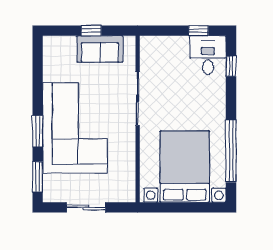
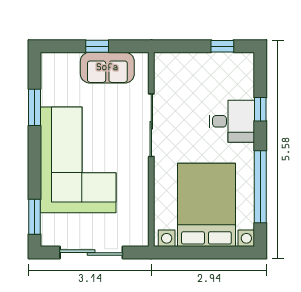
desk: (208, 55) -> (232, 121), moved, turned 90
window: (231, 66) -> (260, 109), moved
window: (38, 131) -> (35, 107), moved
sliding door: (86, 207) -> (91, 253), width x1.37

